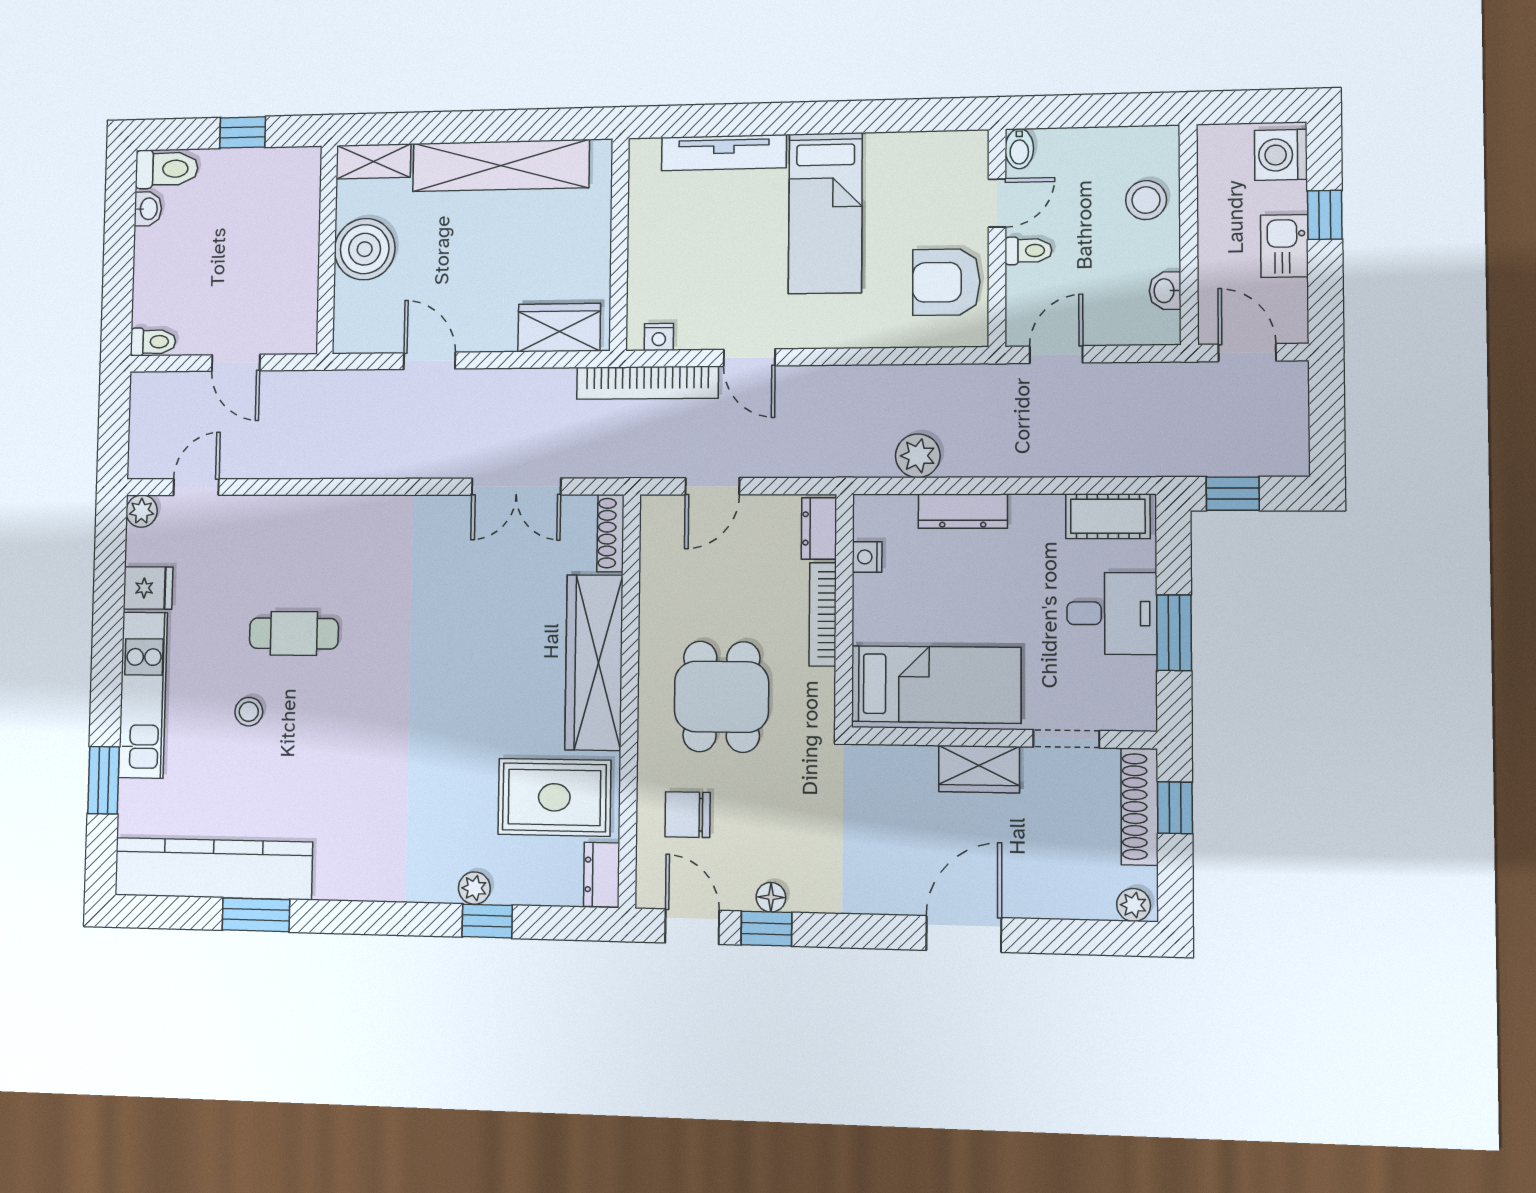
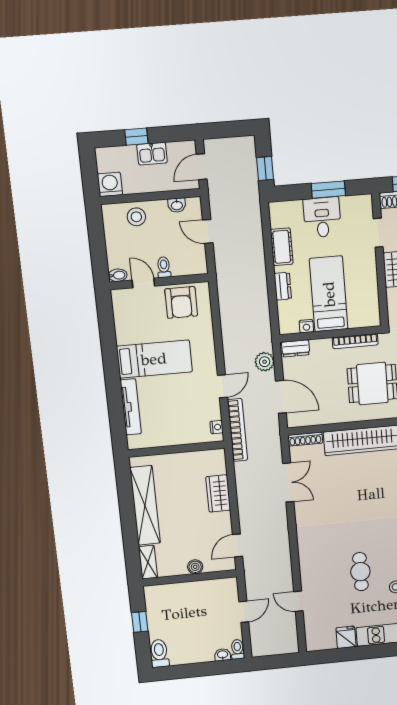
washing machine: (1281, 155) -> (110, 184), moved, turned 180
washbasin: (148, 209) -> (223, 655), moved
boiler: (365, 249) -> (195, 567), width x0.54, depth x0.54
wardrobe: (559, 328) -> (218, 493), moved
door: (1056, 355) -> (208, 231), moved
door: (429, 361) -> (238, 545), moved
plant: (918, 456) -> (265, 362), moved
door: (712, 486) -> (281, 397), width x1.38
door: (196, 487) -> (298, 601), moved
plant: (142, 511) -> (313, 644), removed
dresser: (963, 511) -> (283, 286), width x0.70
cot: (1108, 516) -> (282, 247), moved
bookcase: (823, 614) -> (355, 341), moved
bed: (936, 684) -> (329, 294), moved

